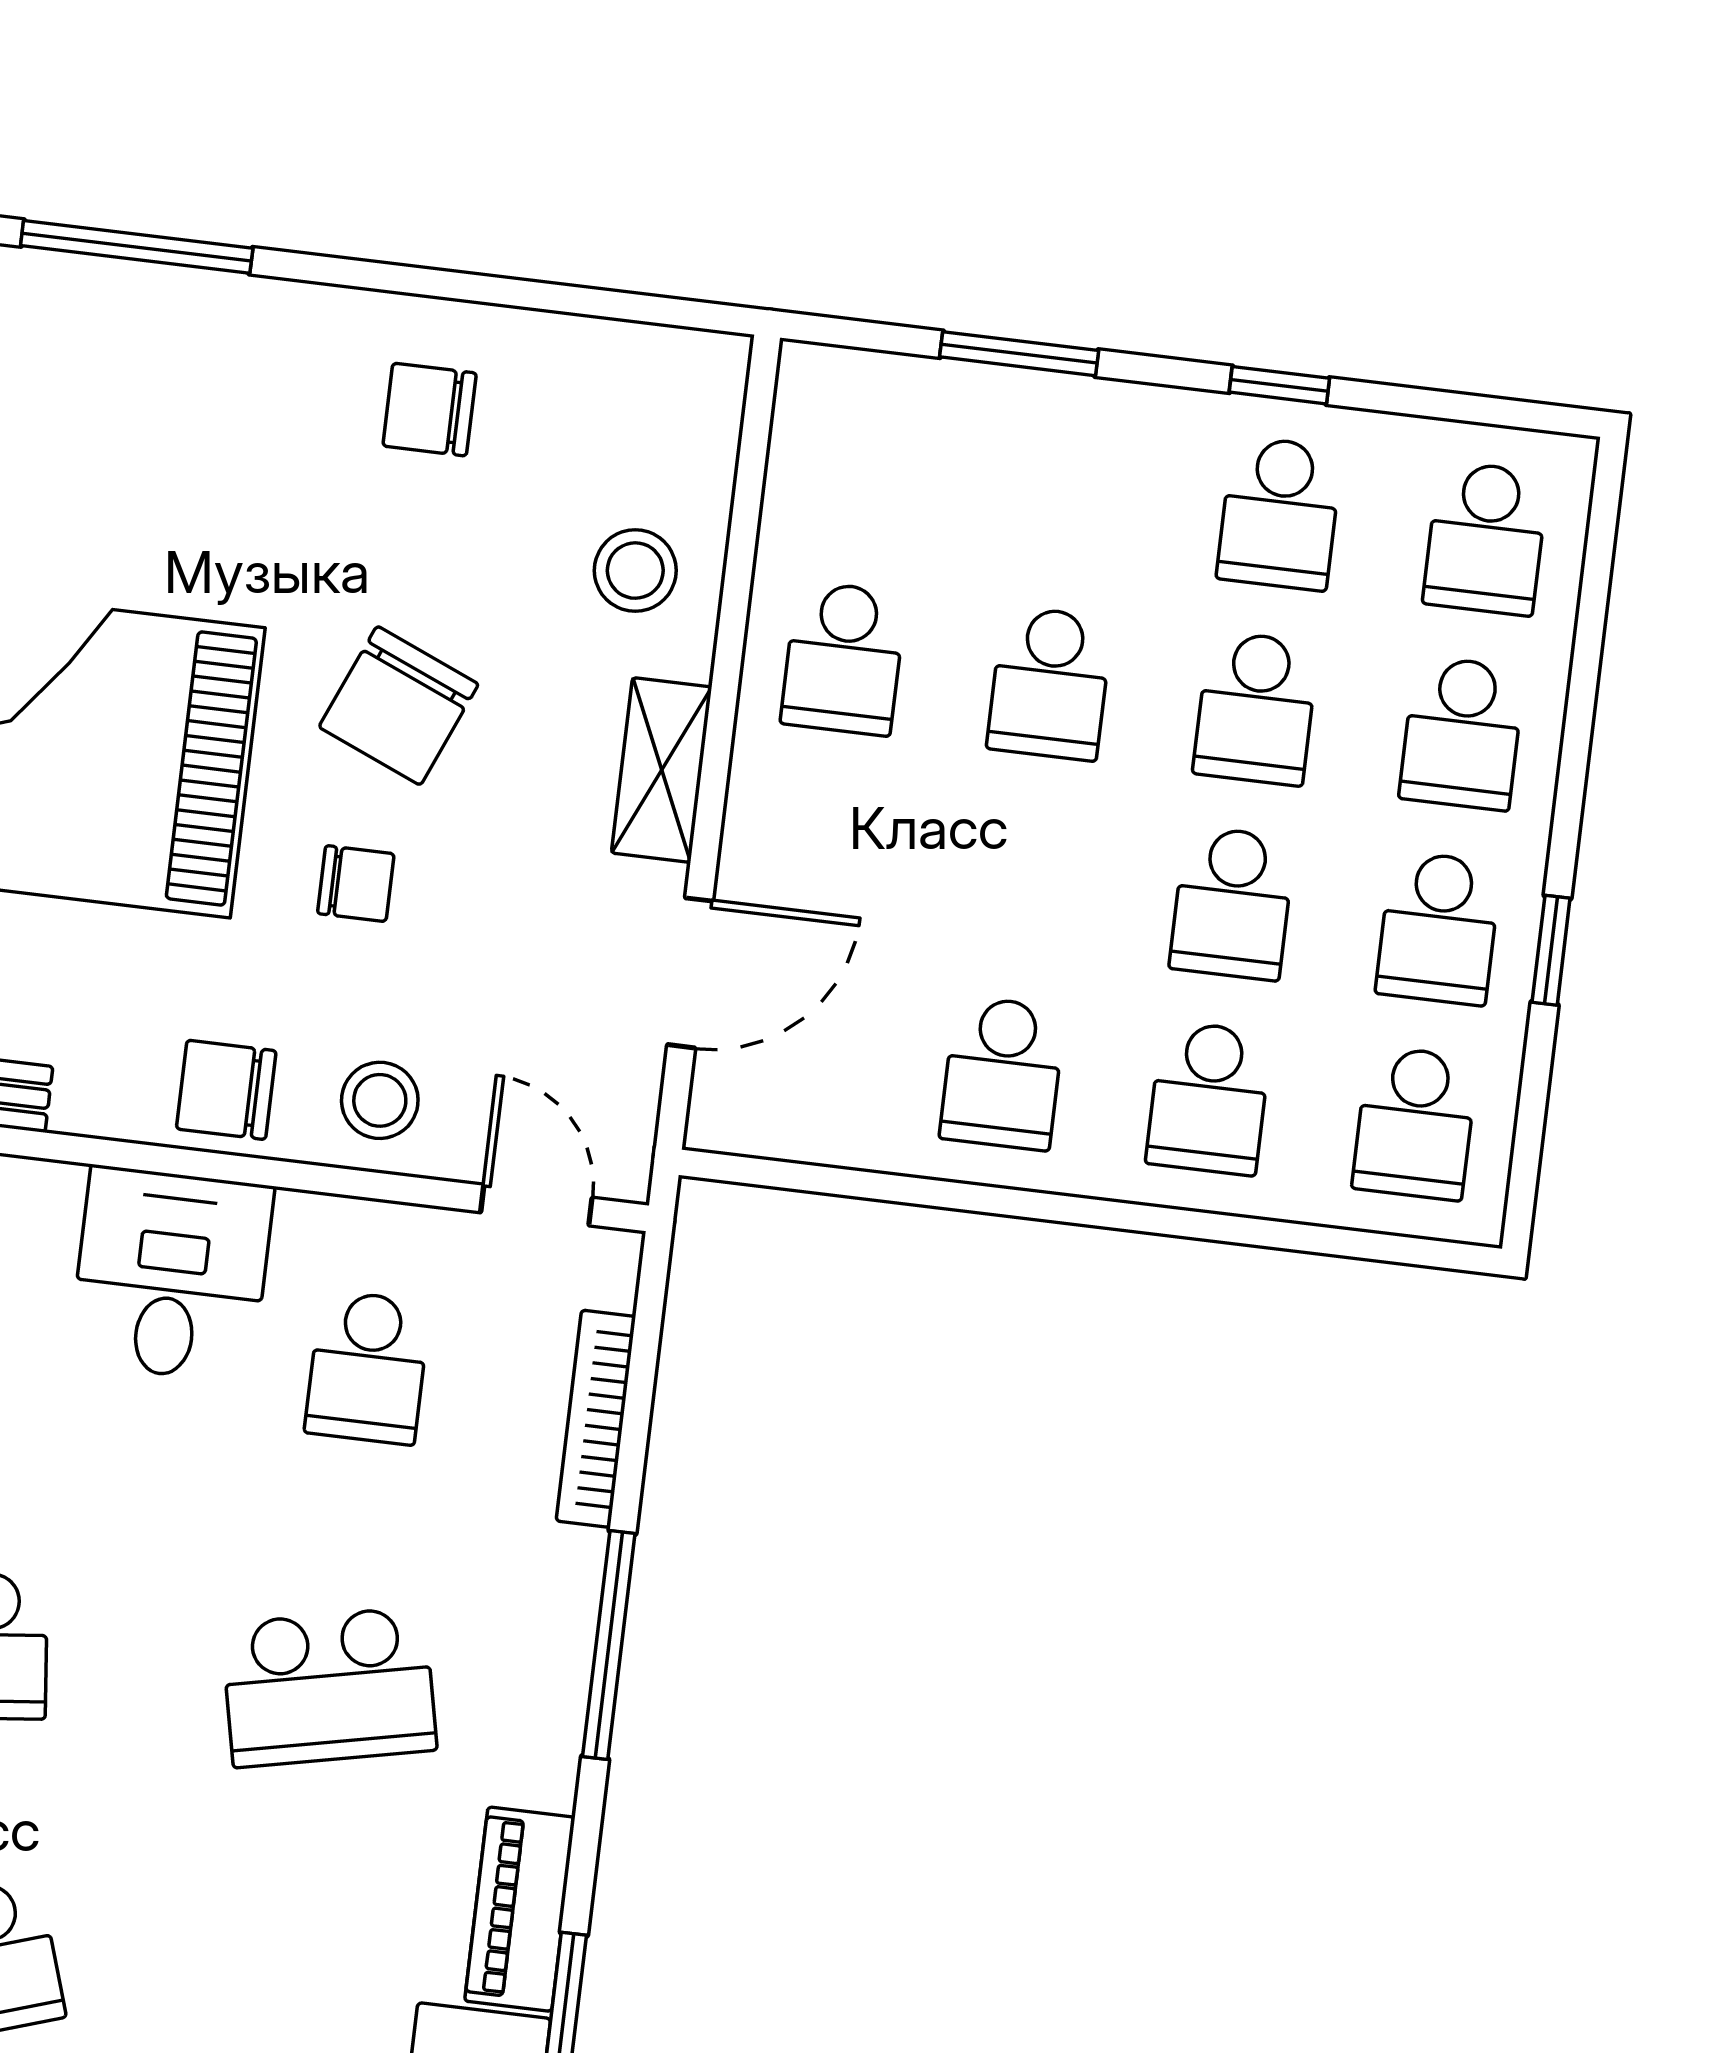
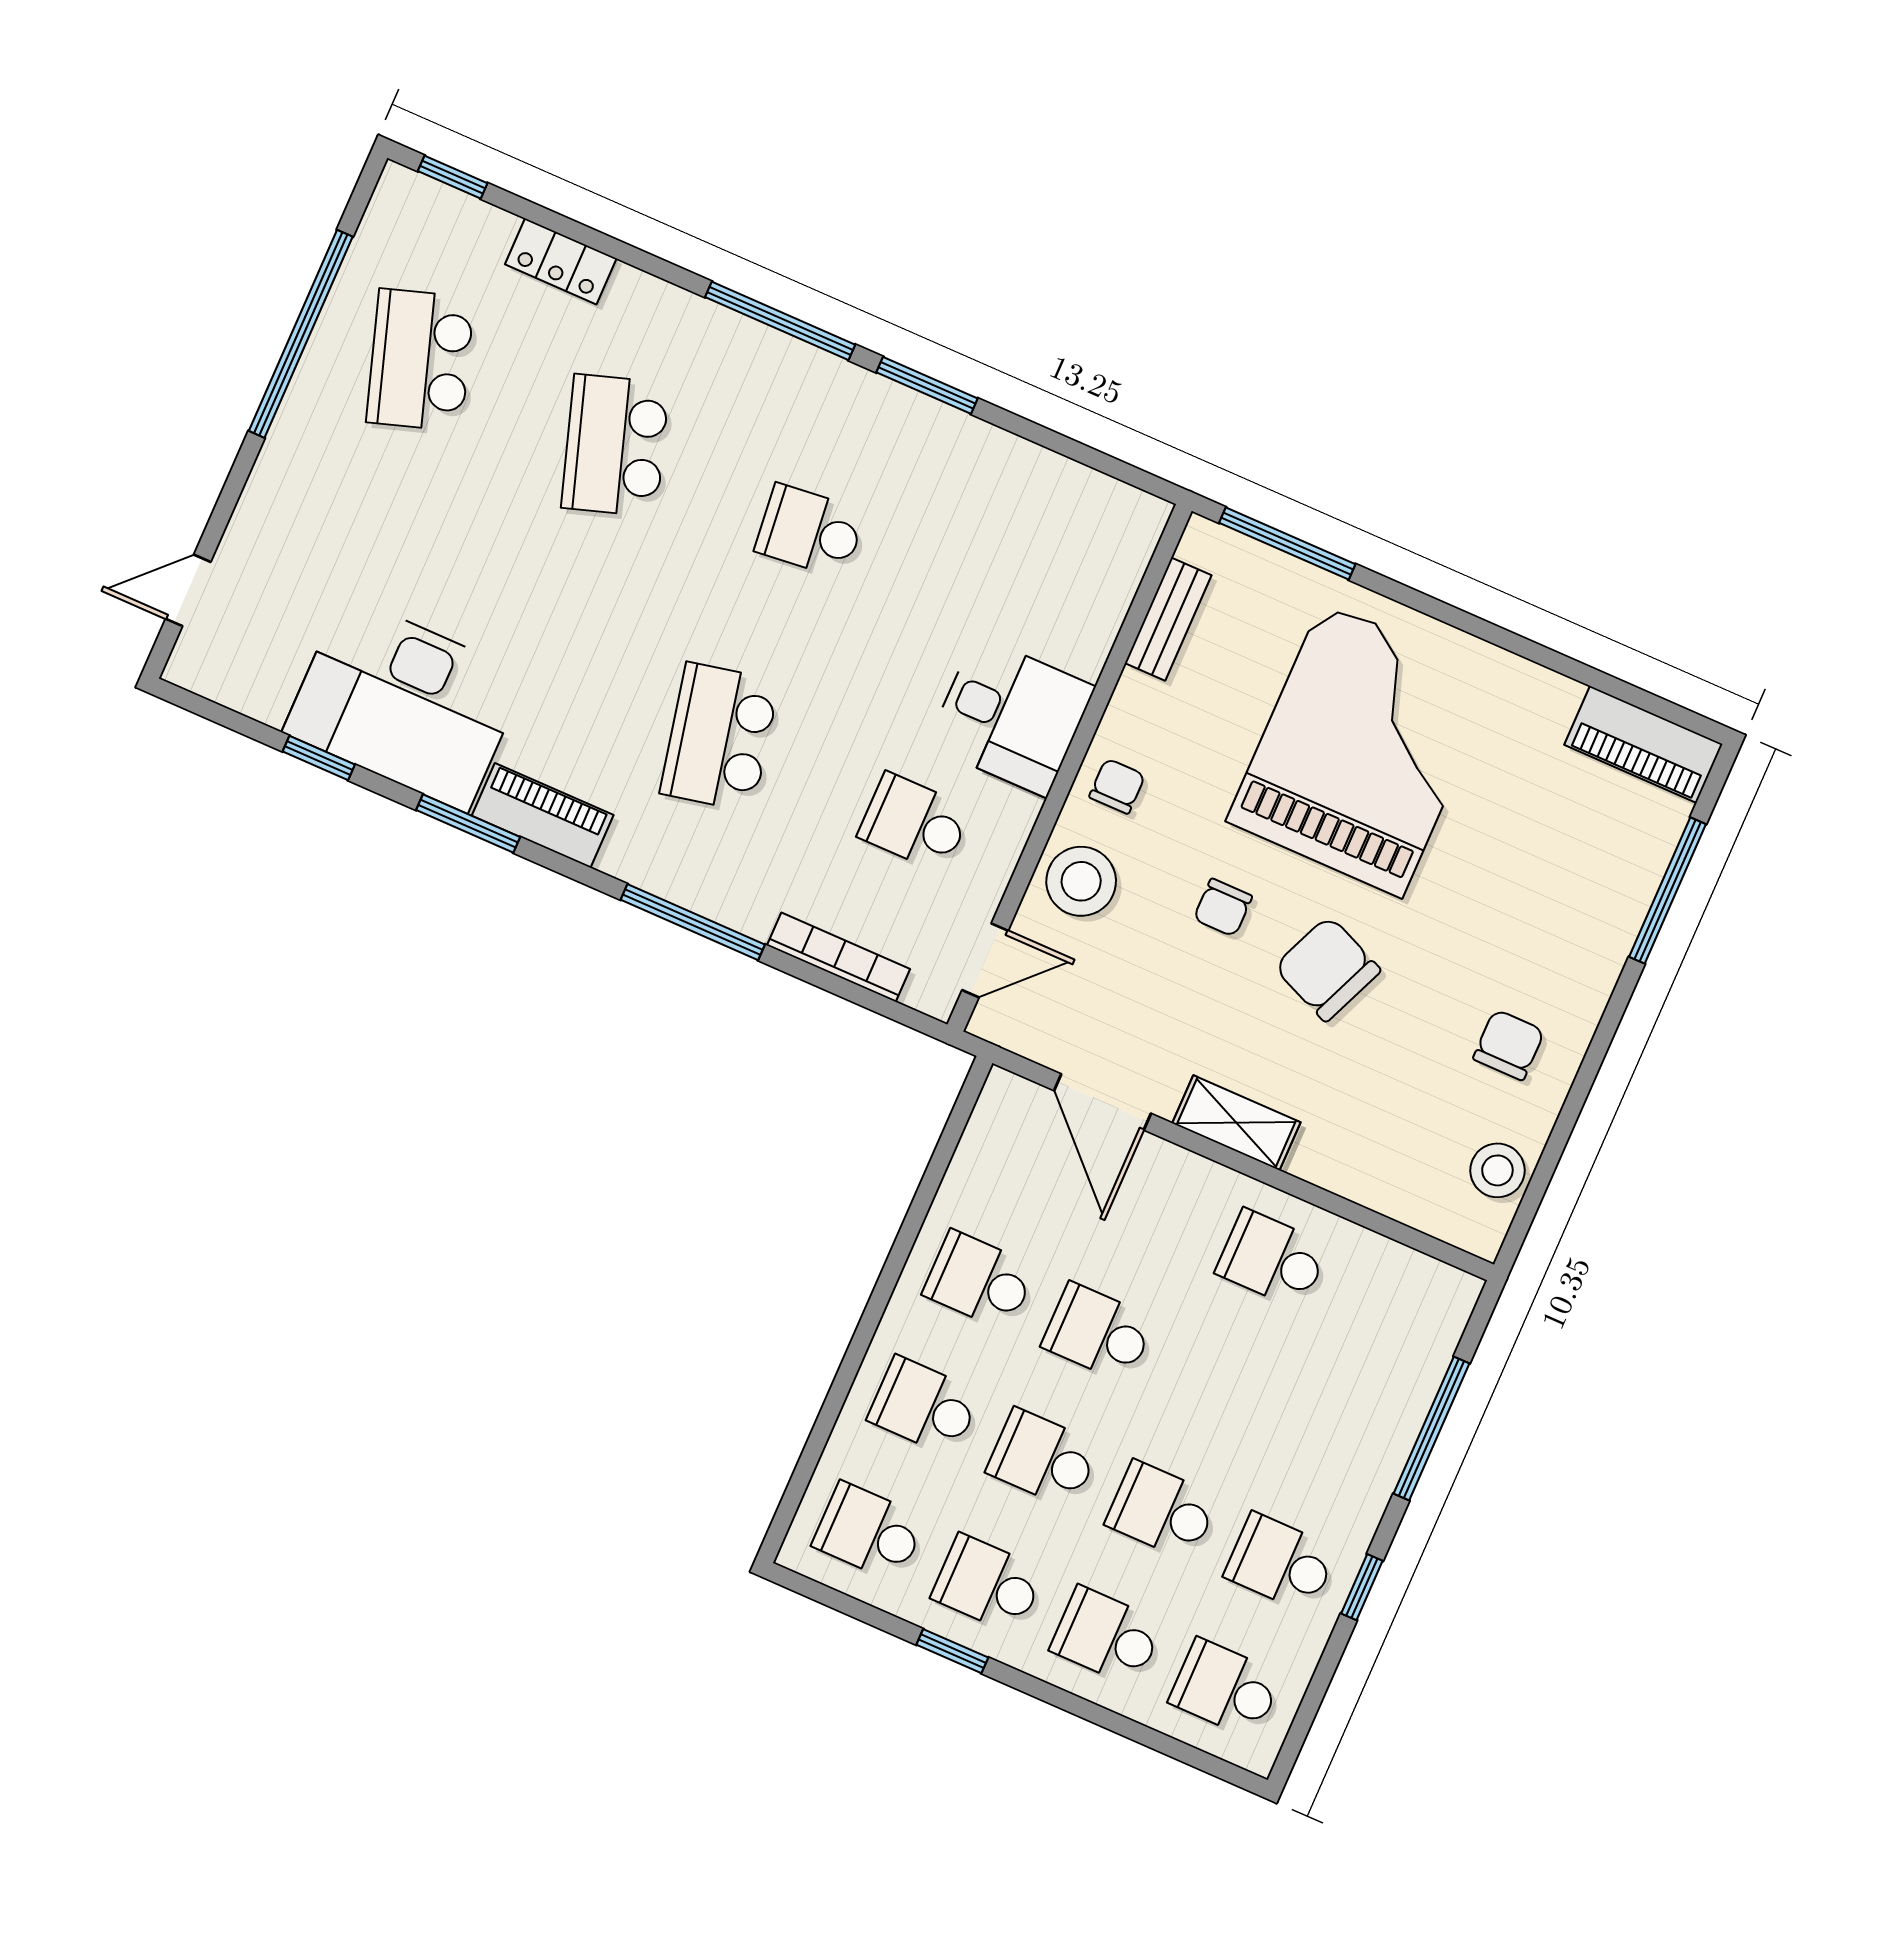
window: (1019, 354) -> (1431, 1428), width x1.44
stool: (635, 571) -> (1497, 1170), moved
school desk: (1050, 683) -> (1098, 1333), moved
chair: (226, 1090) -> (1117, 786), width x0.73, depth x0.73
stool: (380, 1100) -> (1081, 881), width x1.38, depth x1.38

